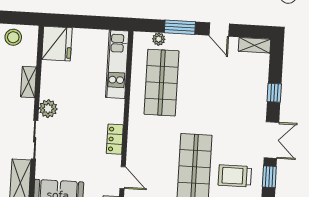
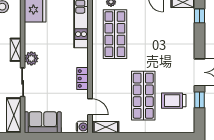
shelving: (29, 82) -> (16, 50), moved
window: (274, 93) -> (200, 16), moved

